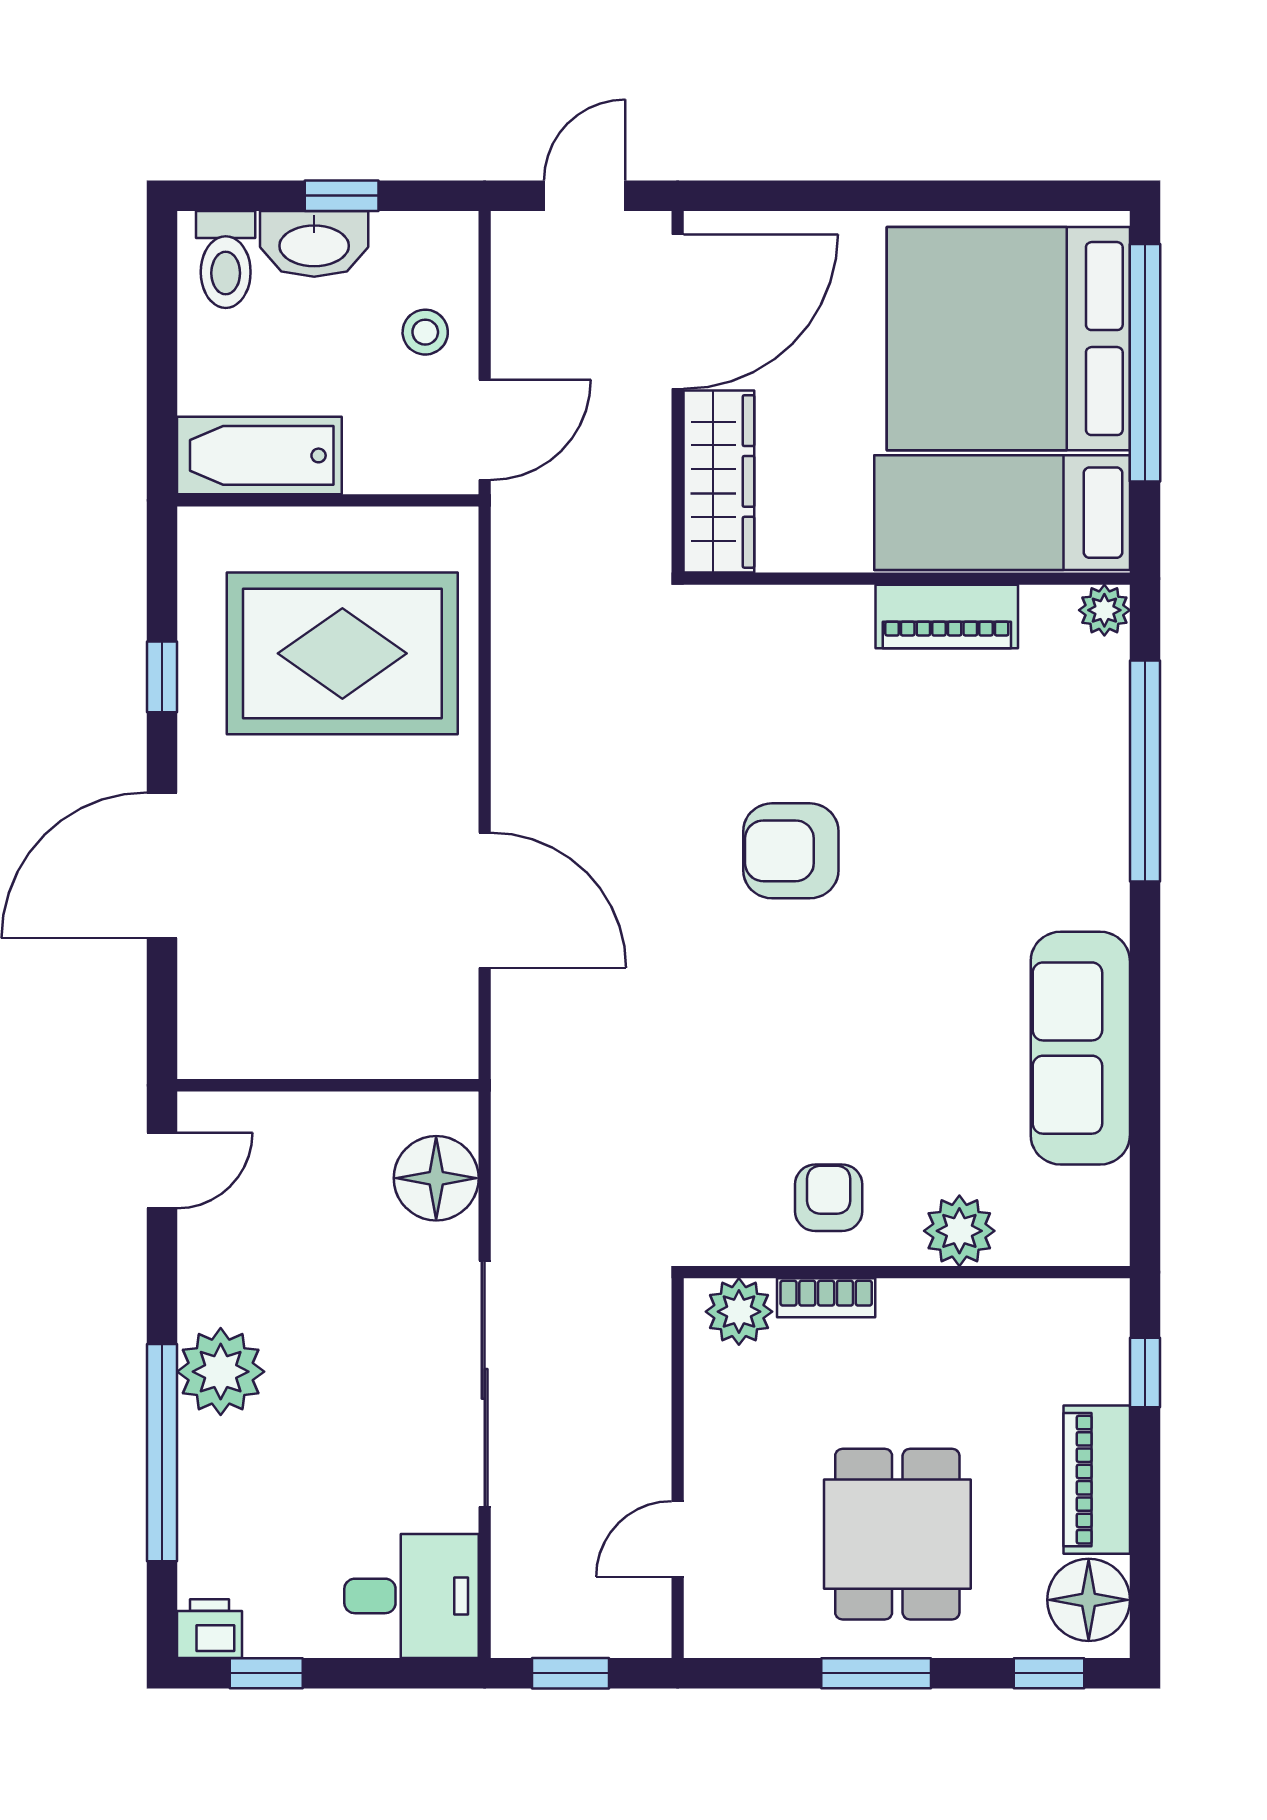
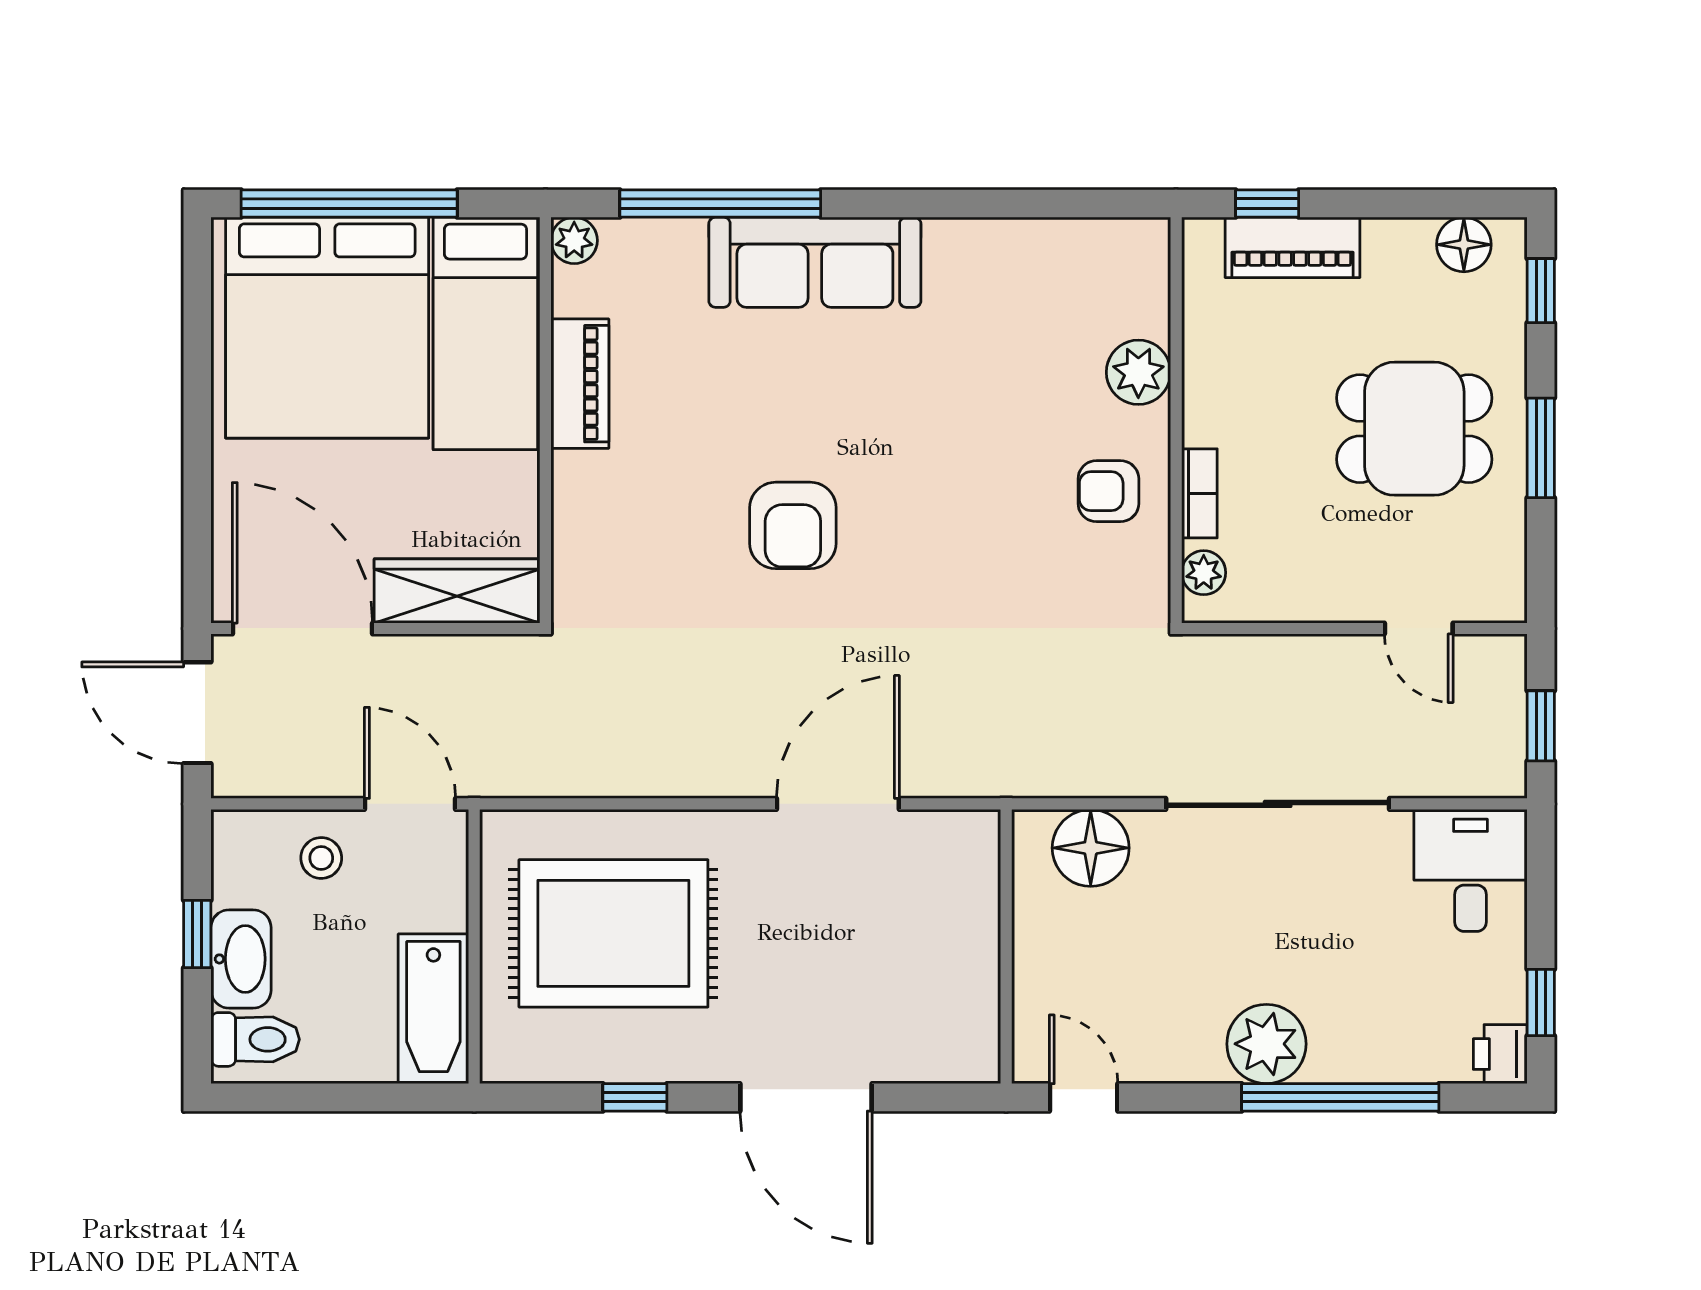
door: (585, 196) -> (197, 713), width x1.38
rug: (342, 653) -> (613, 933), turned 90
sofa: (1080, 1048) -> (815, 262), moved
plant: (739, 1312) -> (1204, 573), width x0.73, depth x0.73
piano: (1097, 1480) -> (1292, 247), moved
floor lamp: (1089, 1600) -> (1464, 245), width x0.73, depth x0.73

